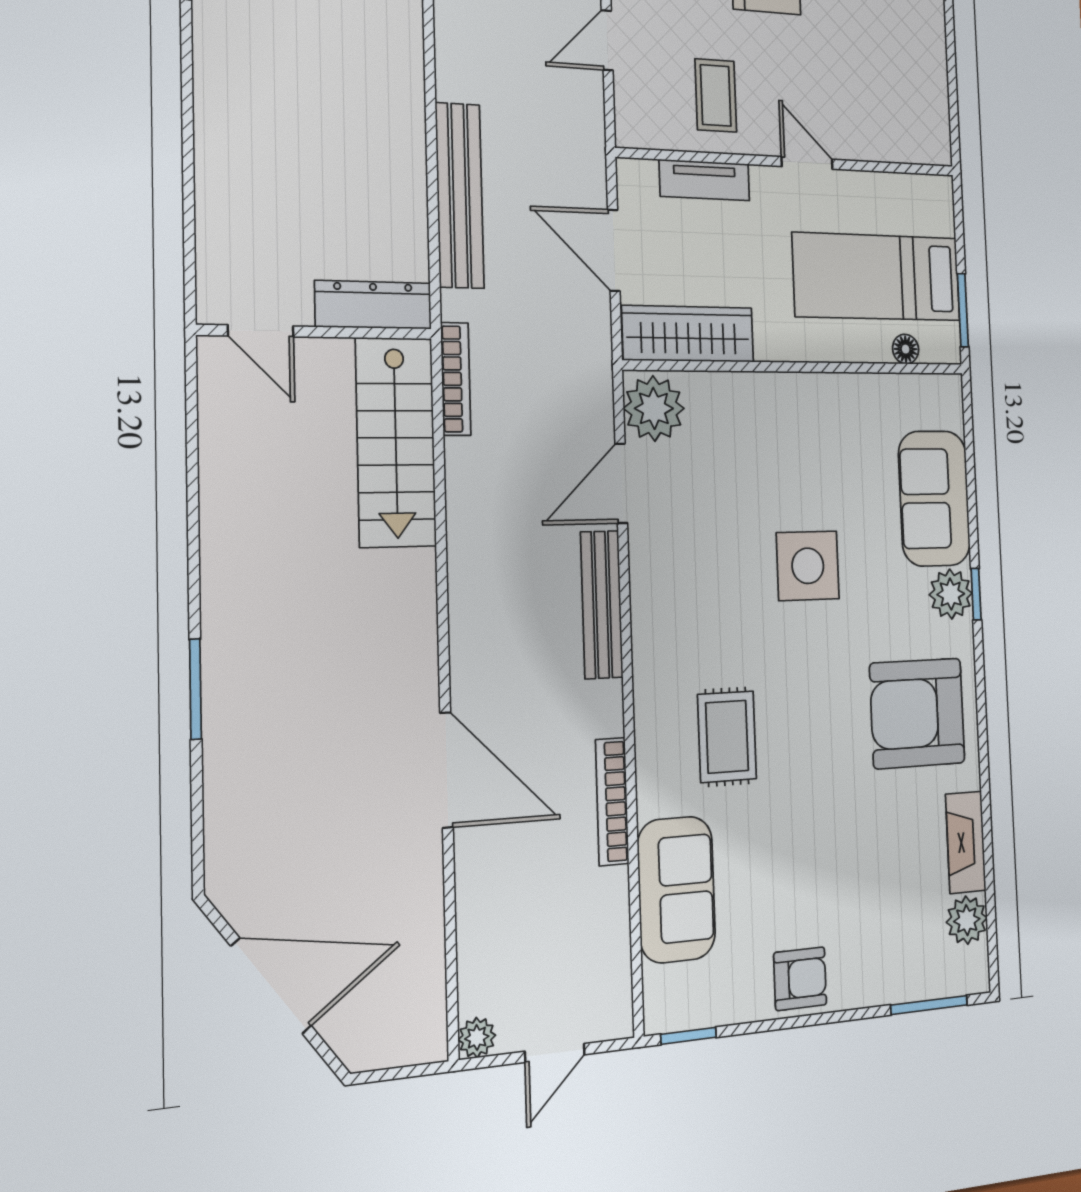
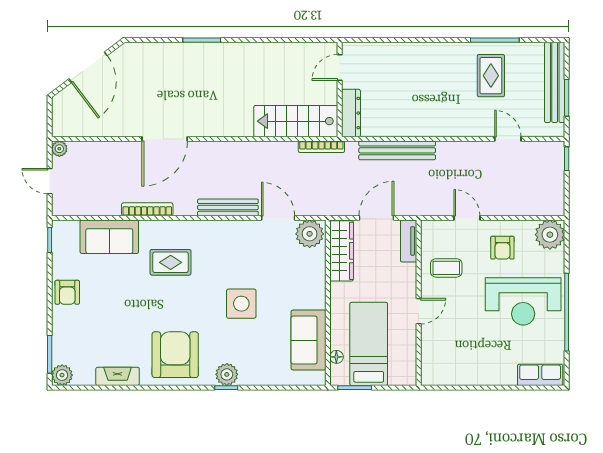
tv unit: (705, 180) -> (409, 241), moved
sofa: (934, 498) -> (309, 340), moved, turned -90
plant: (967, 920) -> (62, 375), moved

